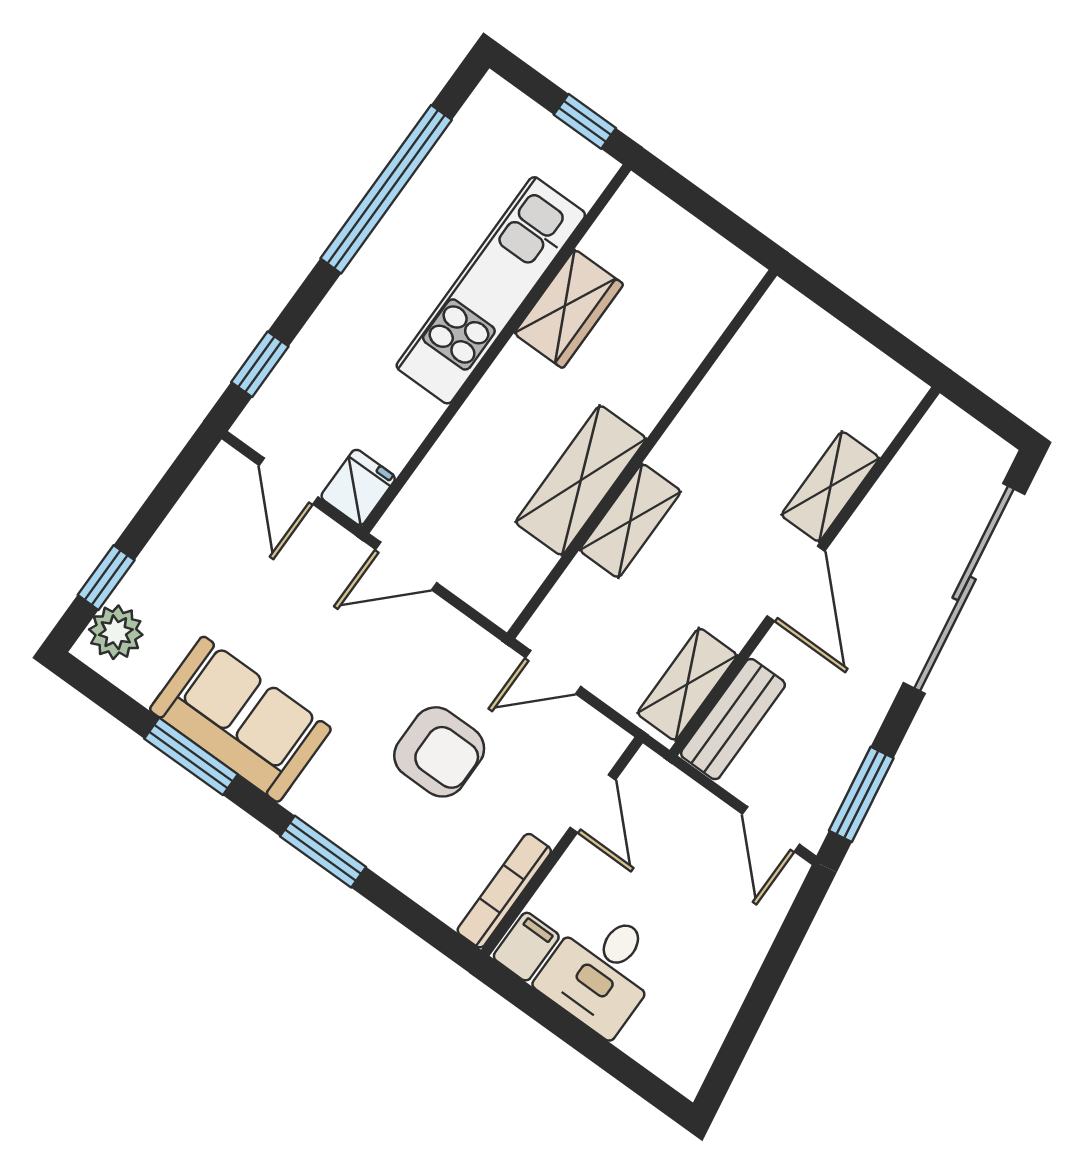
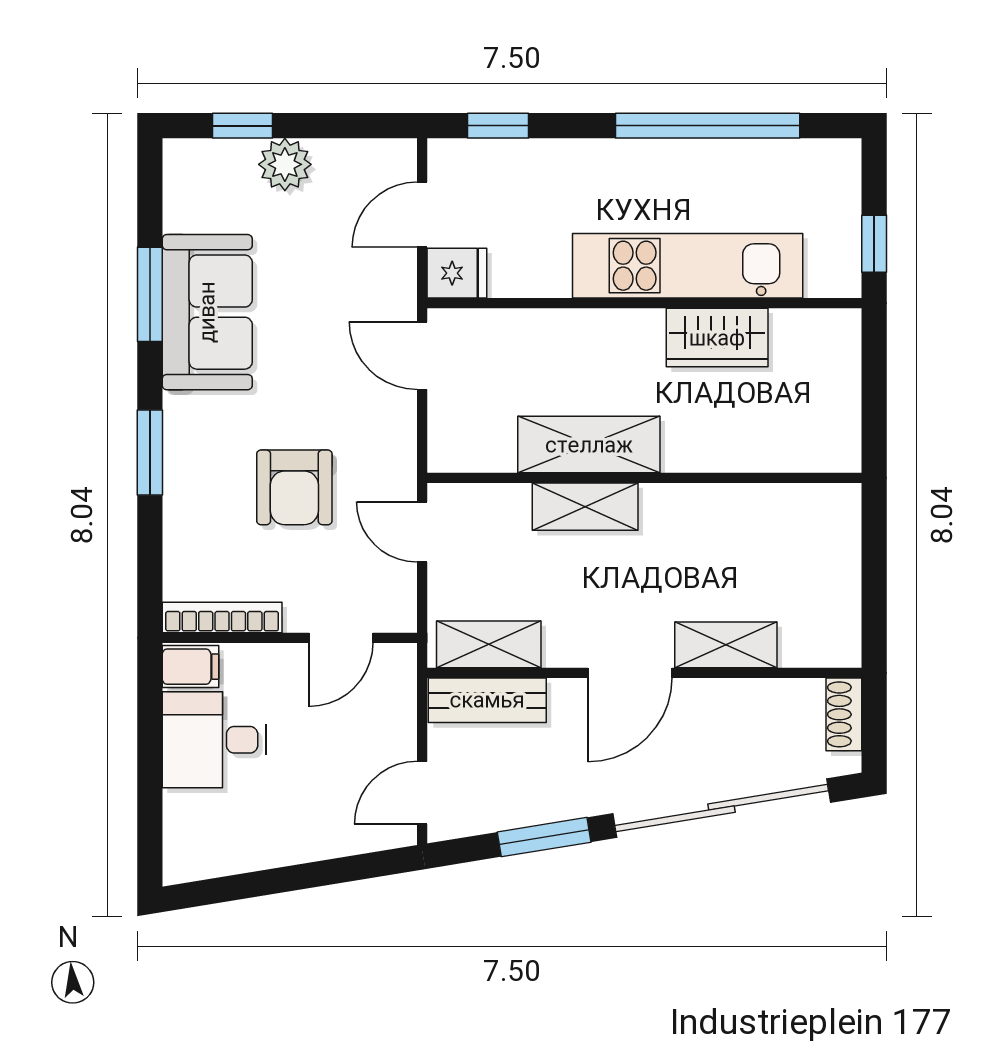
shoe rack: (959, 430) -> (844, 714), added
plant: (116, 632) -> (285, 164), moved
window: (861, 794) -> (544, 837), moved

